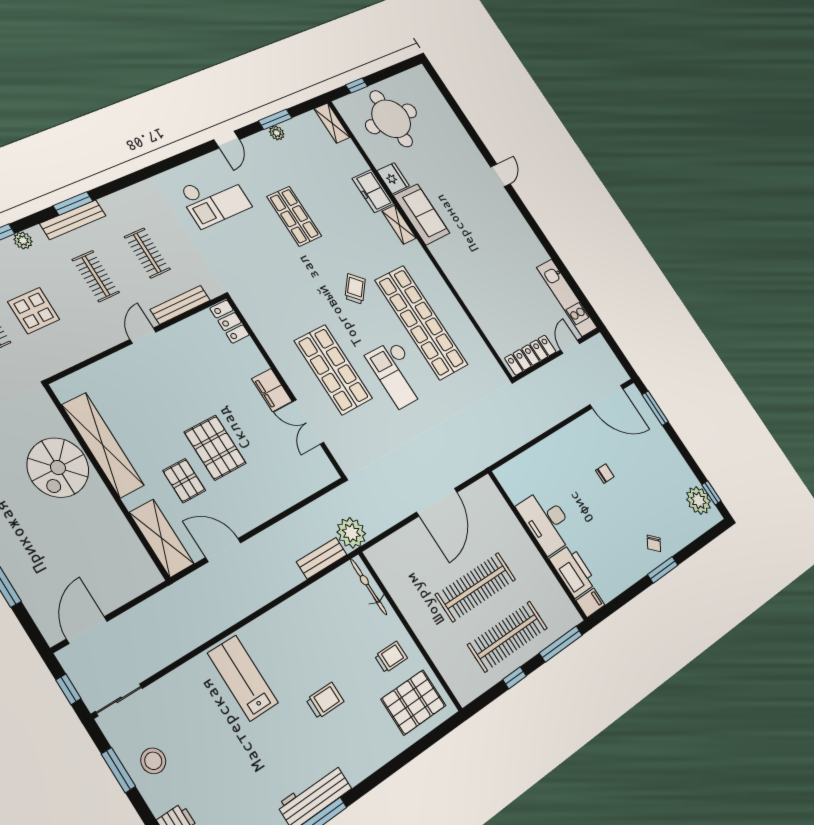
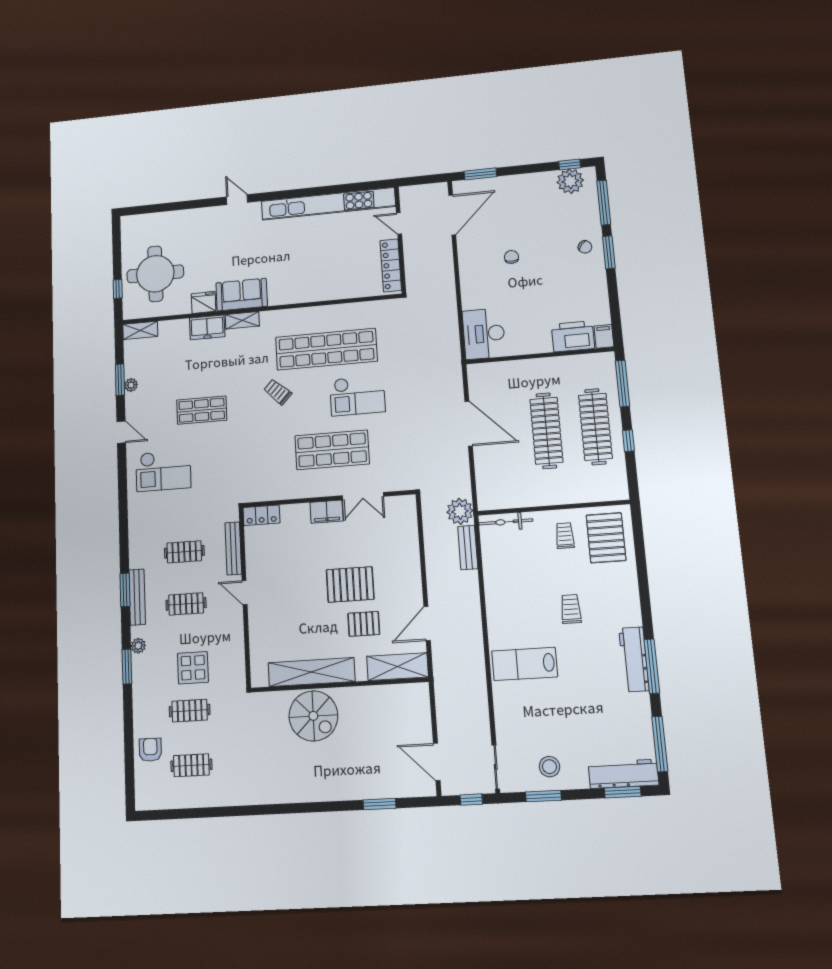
checkout: (215, 199) -> (163, 471), turned 90
kitchen unit: (567, 298) -> (328, 204), width x1.86
desk: (547, 521) -> (484, 334), moved, turned 90
window: (700, 543) -> (604, 203), added

